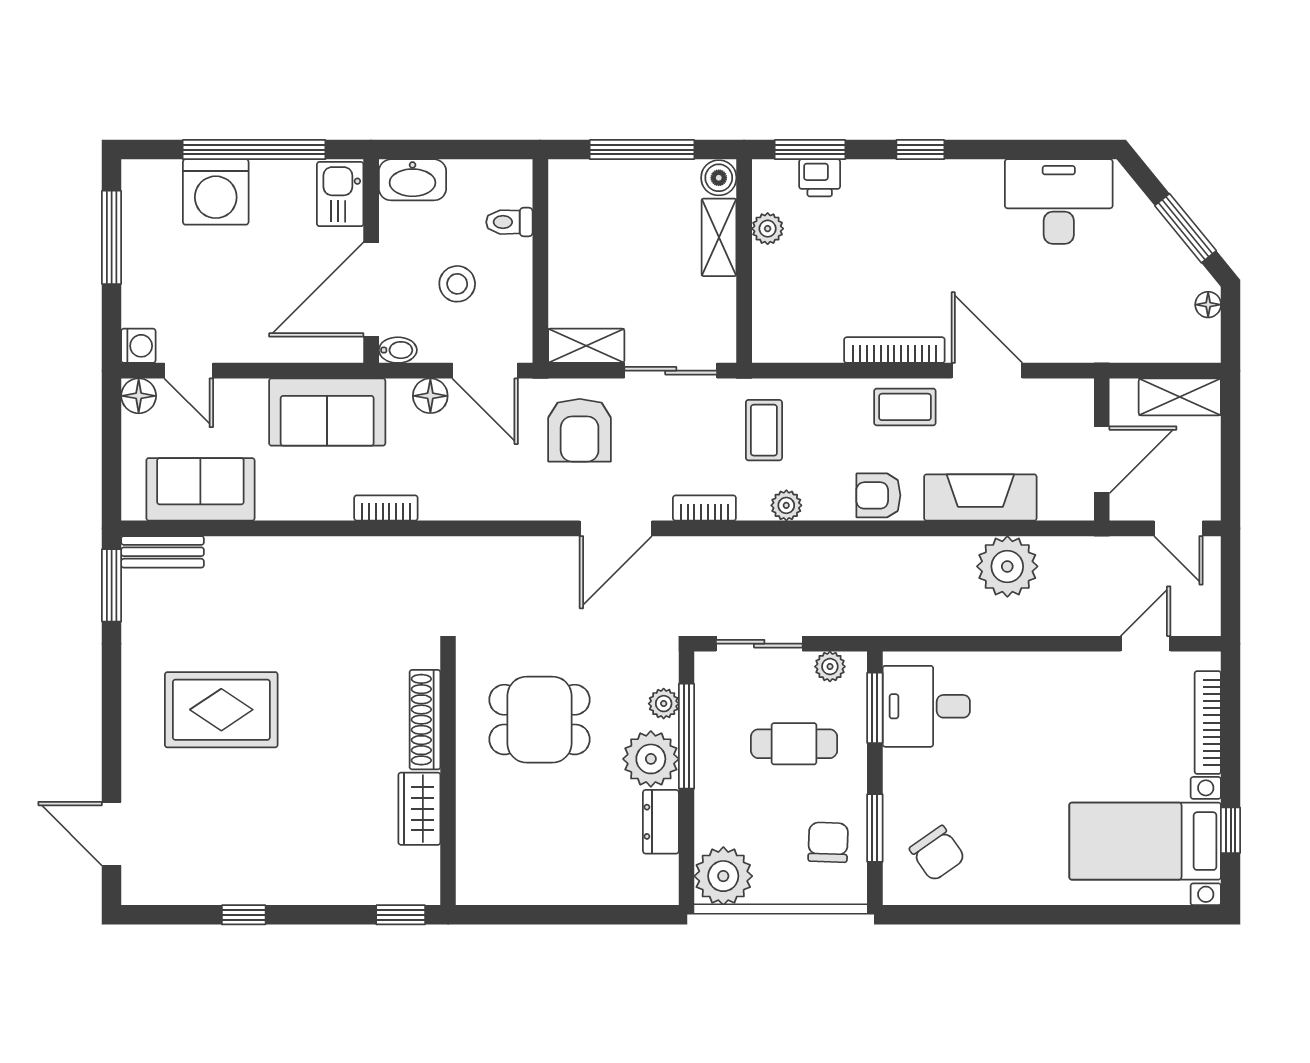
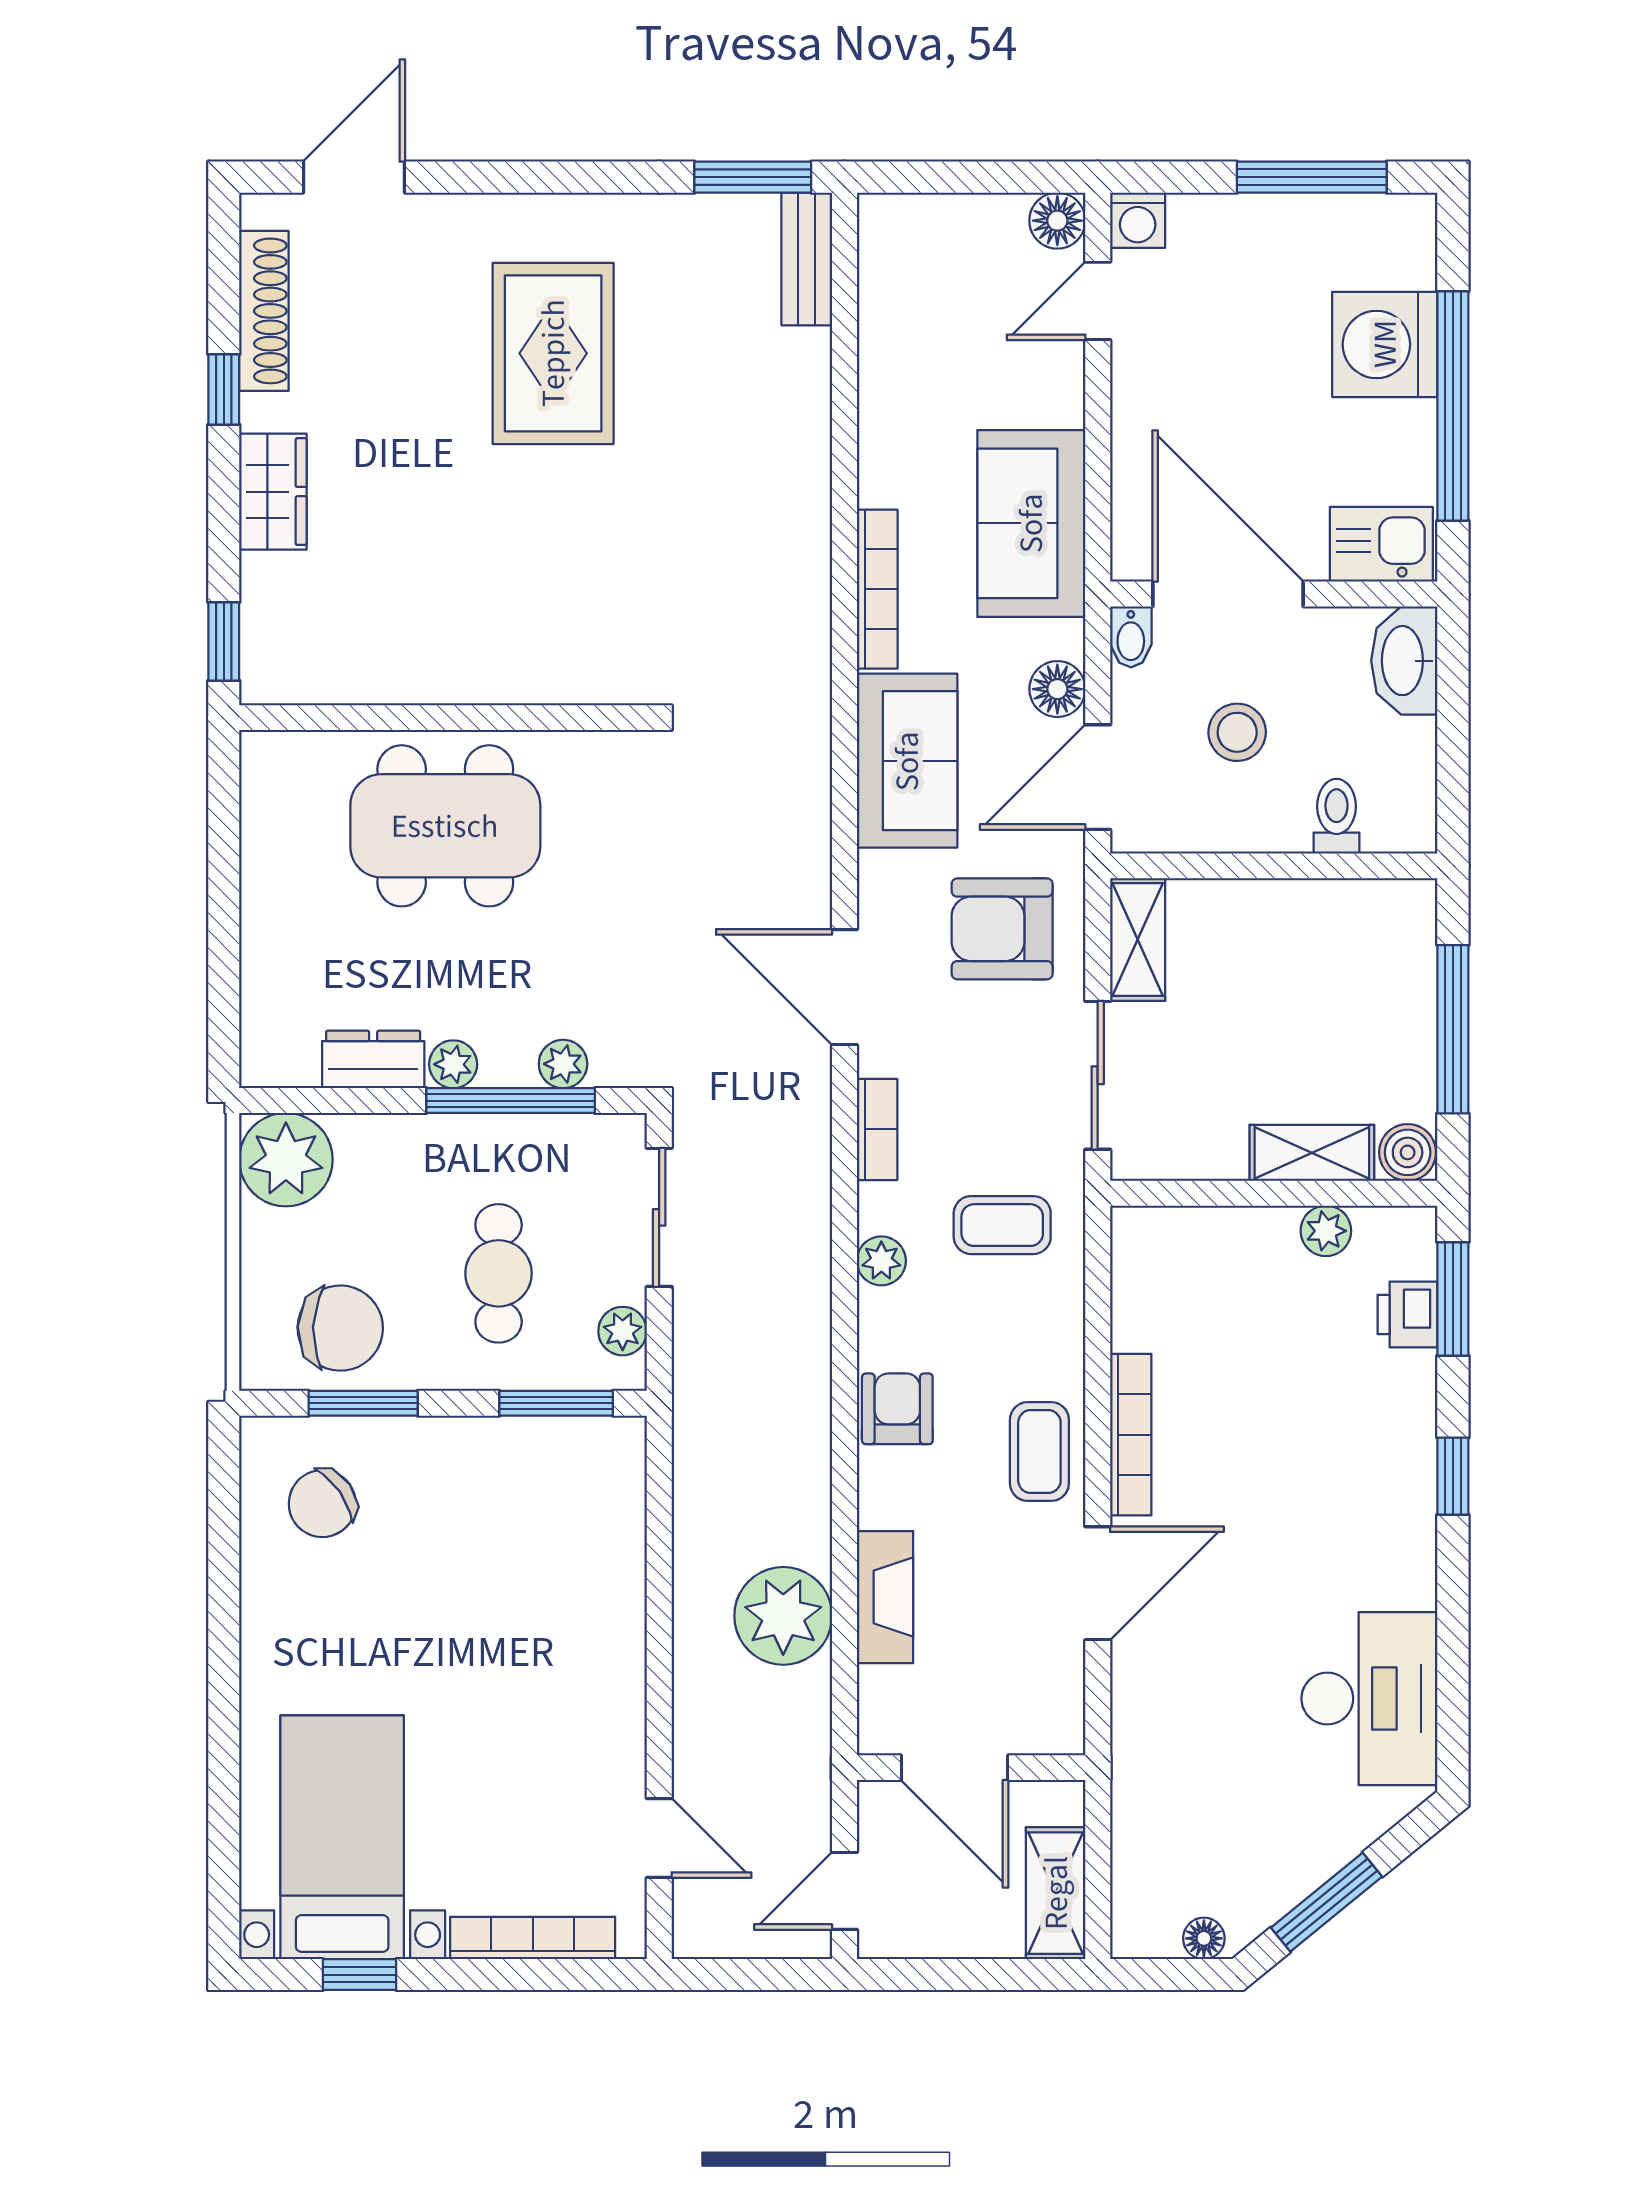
sofa: (200, 489) -> (907, 761), moved
fireplace: (980, 497) -> (885, 1597), width x0.73, depth x0.76
bookcase: (386, 508) -> (877, 589), width x1.56
desk: (926, 706) -> (559, 1486), removed
shoe rack: (425, 720) -> (264, 311), moved, turned 90
dining table: (539, 720) -> (445, 826), moved, width x1.38
plant: (651, 759) -> (453, 1064), width x0.53, depth x0.53
wardrobe: (419, 809) -> (273, 492), moved, turned 90
chair: (828, 842) -> (340, 1328), width x1.37, depth x1.37

